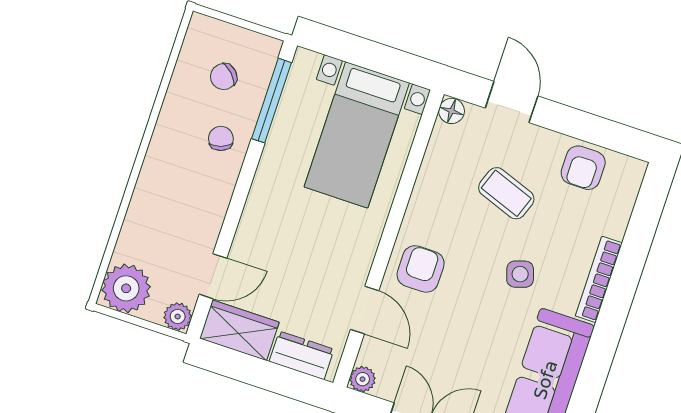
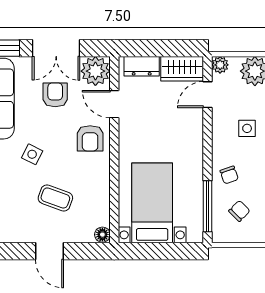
door: (512, 102) -> (49, 251), moved
armchair: (583, 168) -> (55, 95), moved
side table: (168, 202) -> (247, 128), added
side table: (520, 274) -> (32, 154), turned 45
plant: (363, 379) -> (95, 71), width x1.88, depth x1.88

